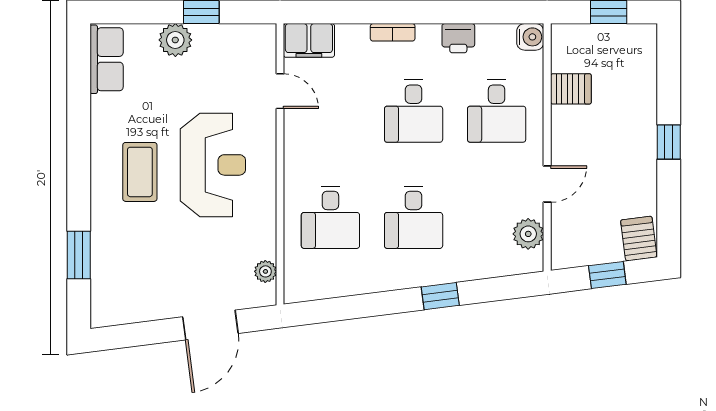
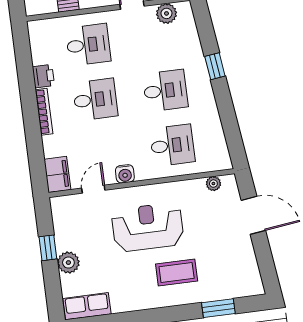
bookcase: (393, 32) -> (44, 112), width x1.56
water cooler: (530, 37) -> (125, 174), moved, turned 180
coffee table: (140, 172) -> (177, 272), moved

